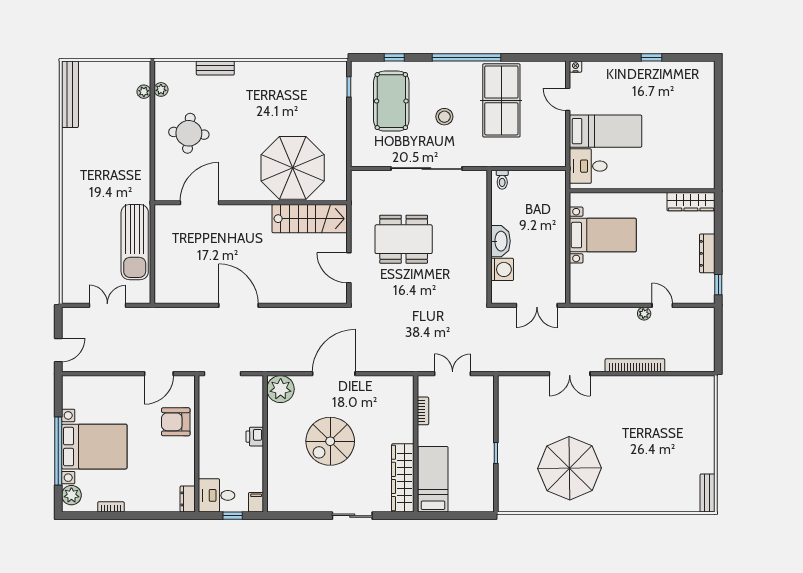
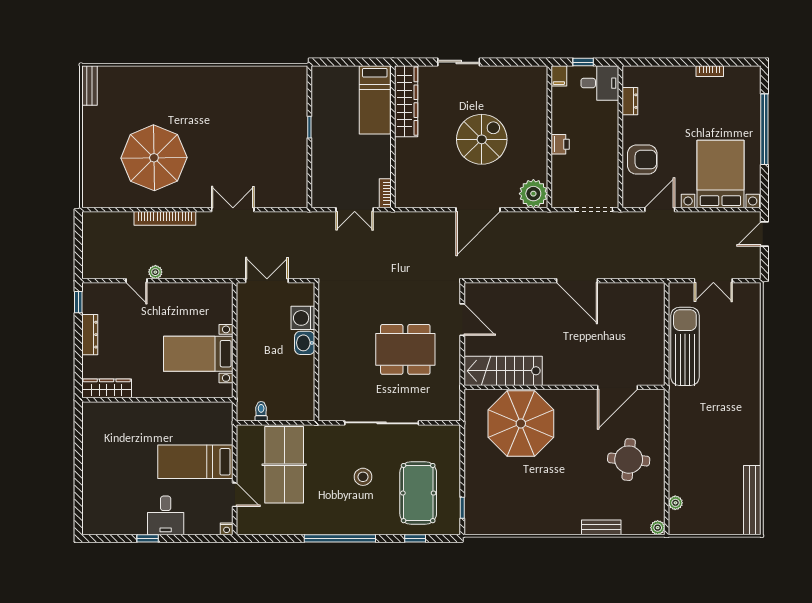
plant: (161, 89) -> (658, 528), moved
table tennis table: (501, 100) -> (284, 465), moved
desk: (588, 166) -> (166, 515), moved, turned 90
toilet: (502, 180) -> (261, 411), moved
washbasin: (500, 241) -> (305, 343), width x0.72
bookcase: (423, 411) -> (385, 193), moved
bed with nightstands: (94, 447) -> (720, 174), moved, turned 90
parasol: (570, 468) -> (154, 158), moved
plant: (71, 495) -> (751, 83), removed
dresser: (188, 499) -> (630, 101), moved

